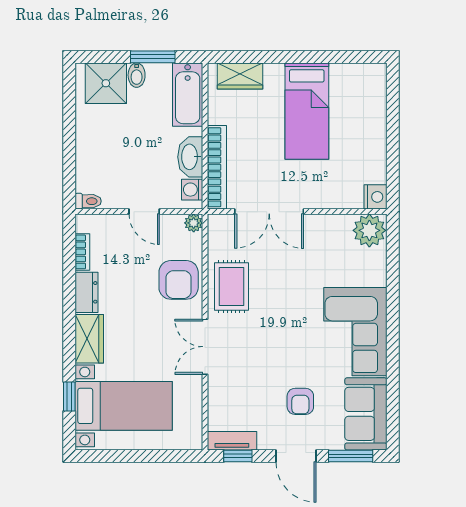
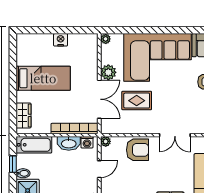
window: (153, 57) -> (13, 164), width x0.67
nightstand: (375, 197) -> (61, 40), moved
plant: (317, 228) -> (108, 72), added
plant: (369, 230) -> (106, 39), width x0.53, depth x0.53
rug: (231, 286) -> (137, 101), moved
corner sofa: (355, 332) -> (157, 57), width x1.36, depth x1.36

